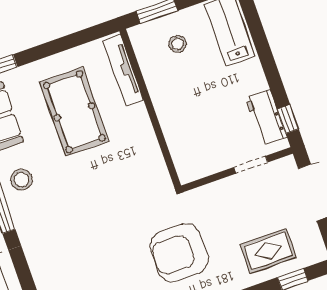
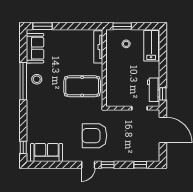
pool table: (74, 112) -> (82, 86), moved, turned 90
rug: (268, 251) -> (134, 149), removed

